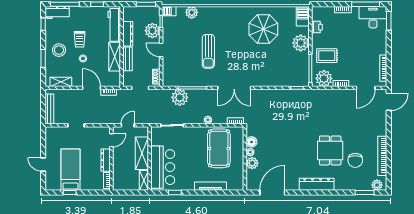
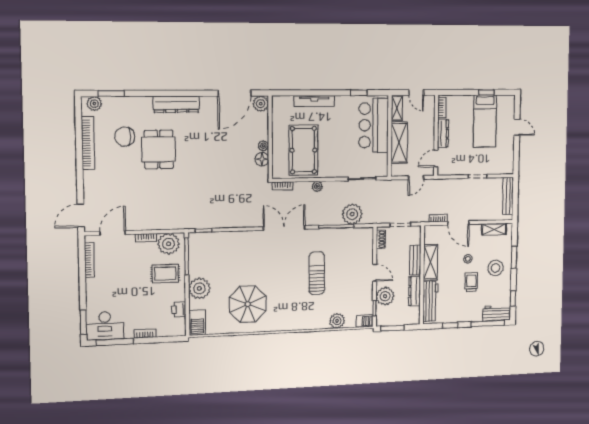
chair: (355, 160) -> (125, 137), turned -90
plant: (252, 163) -> (261, 104), moved
door: (128, 192) -> (416, 93), added

